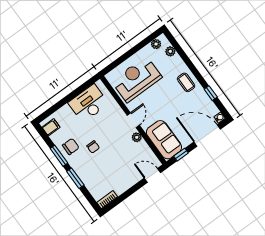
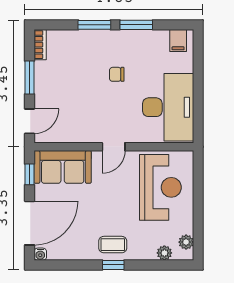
window: (211, 93) -> (113, 265), moved
desk: (88, 103) -> (168, 107), width x1.36, depth x1.30
door: (133, 120) -> (114, 147), hinge flipped
plant: (137, 137) -> (90, 136), removed
chair: (71, 146) -> (137, 47), removed
window: (129, 192) -> (29, 78), added

